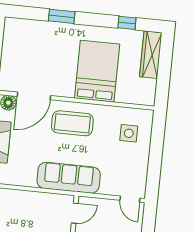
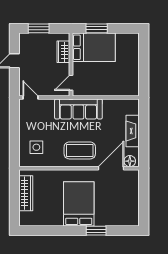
window: (127, 23) -> (46, 231), removed
wardrobe: (151, 55) -> (26, 193), moved
bed: (97, 71) -> (79, 204), moved, turned 180

